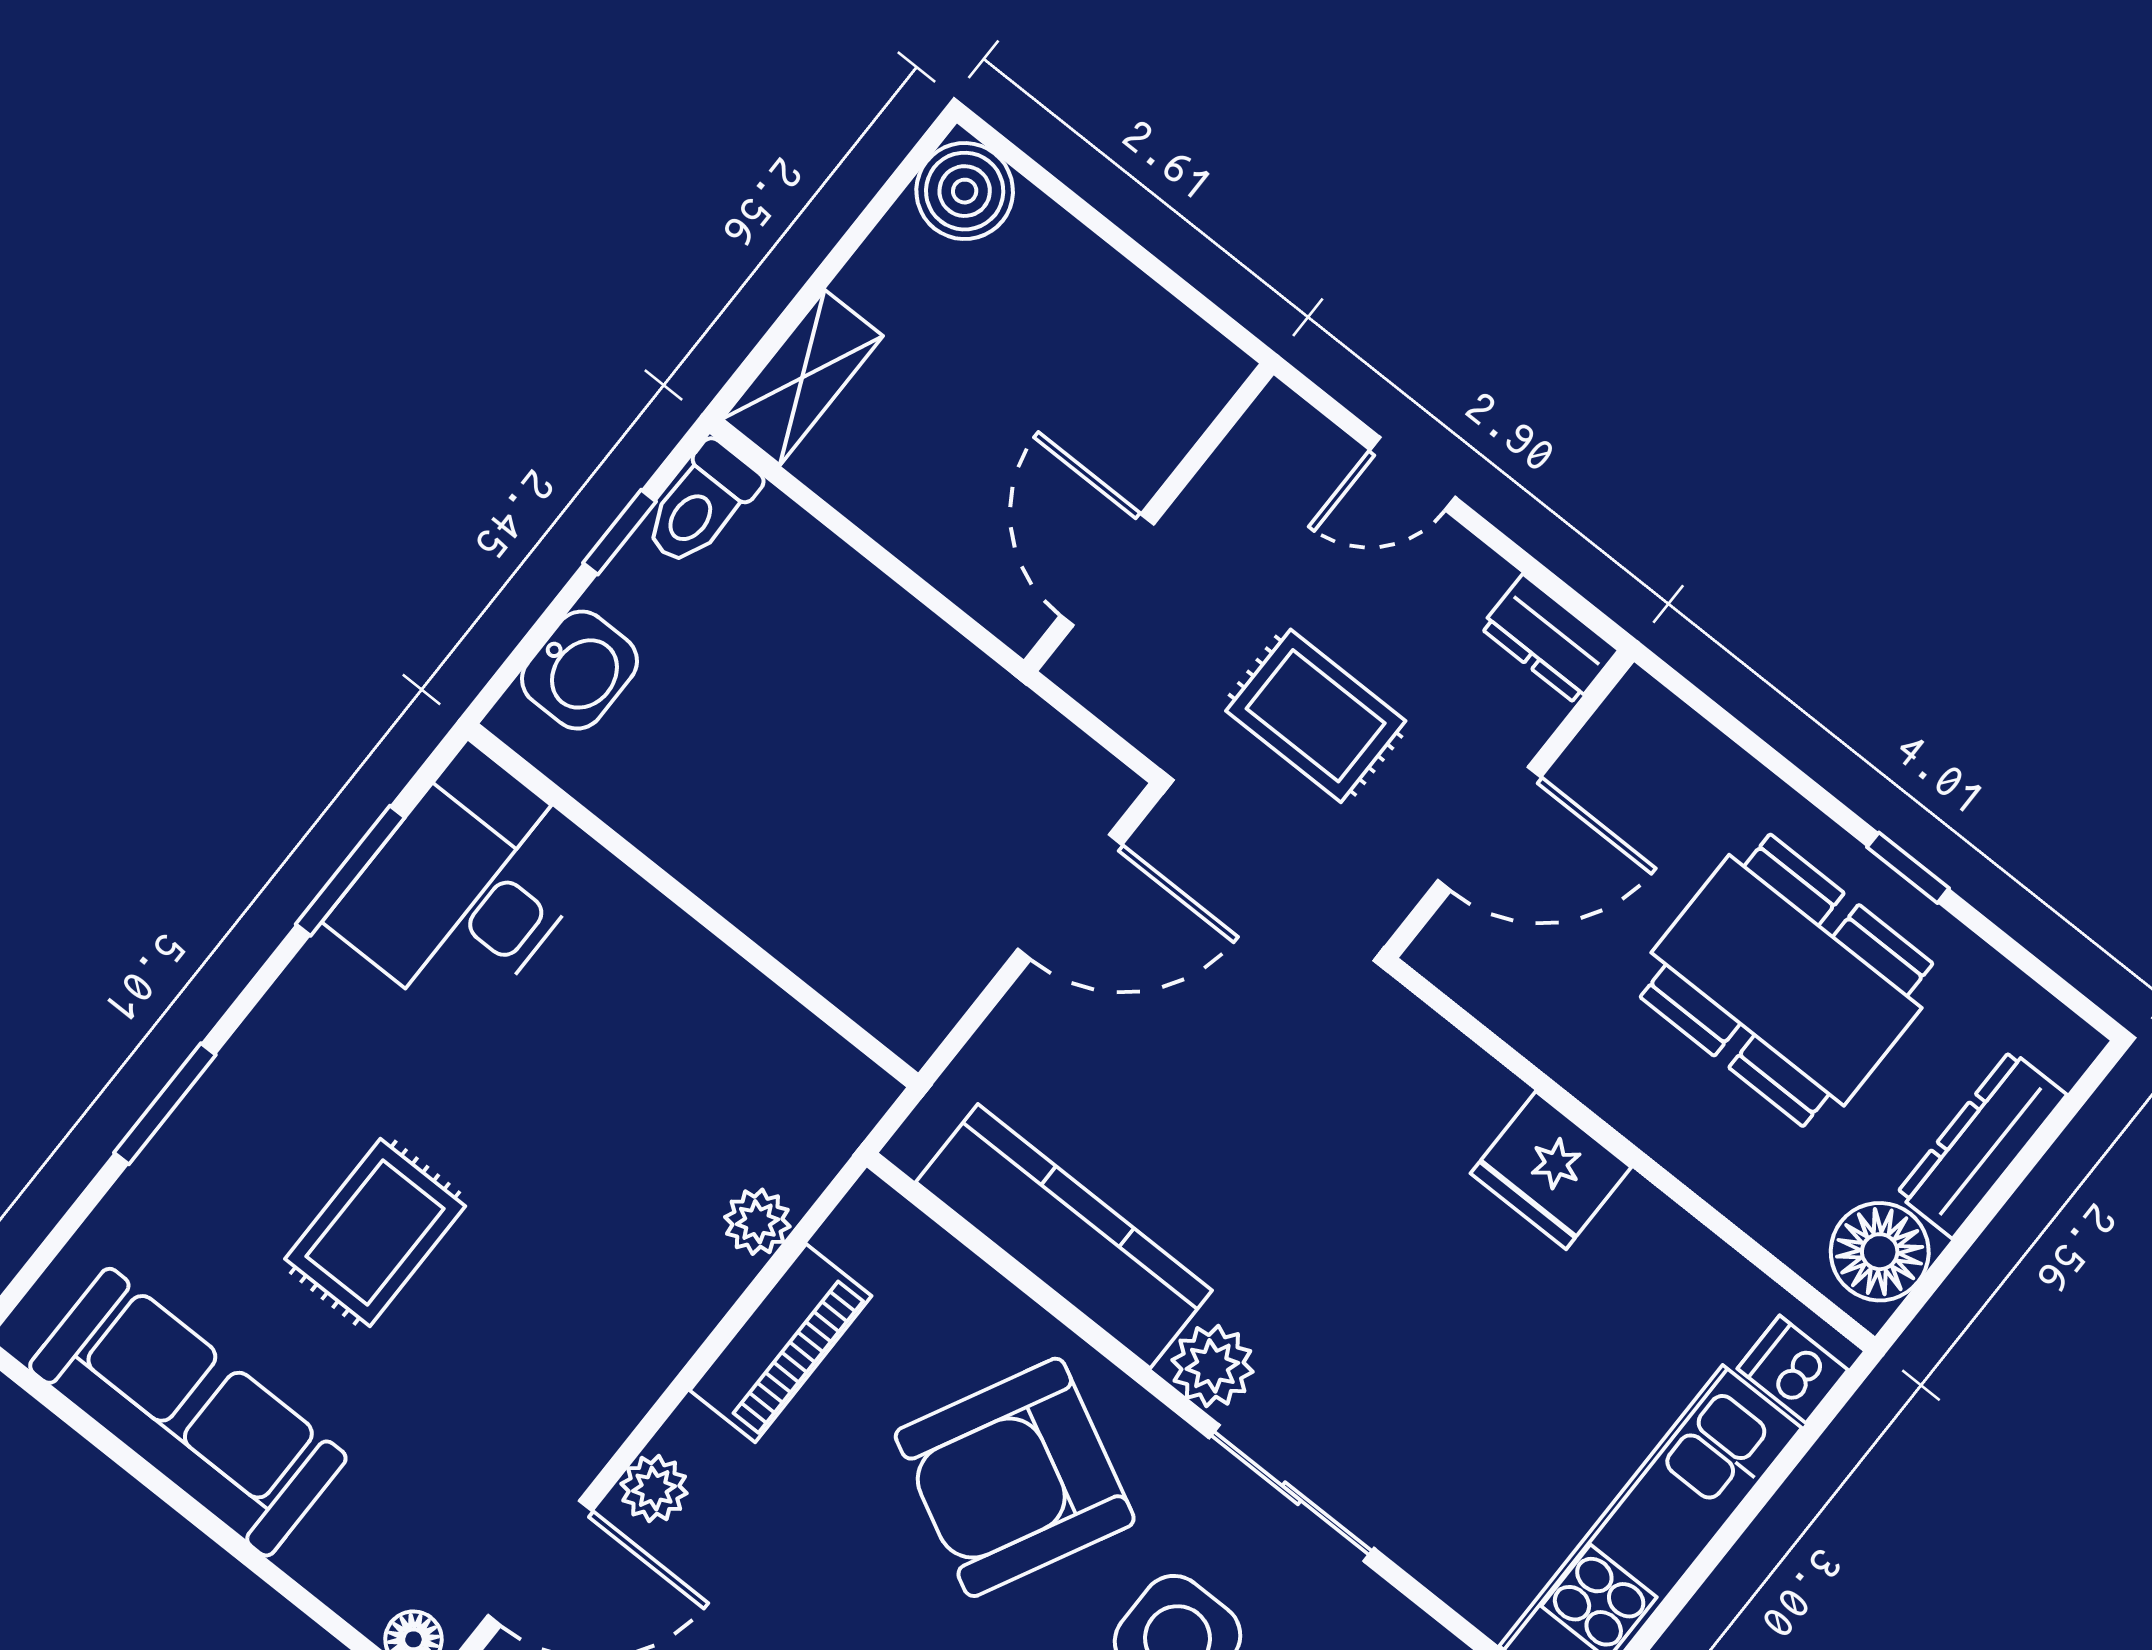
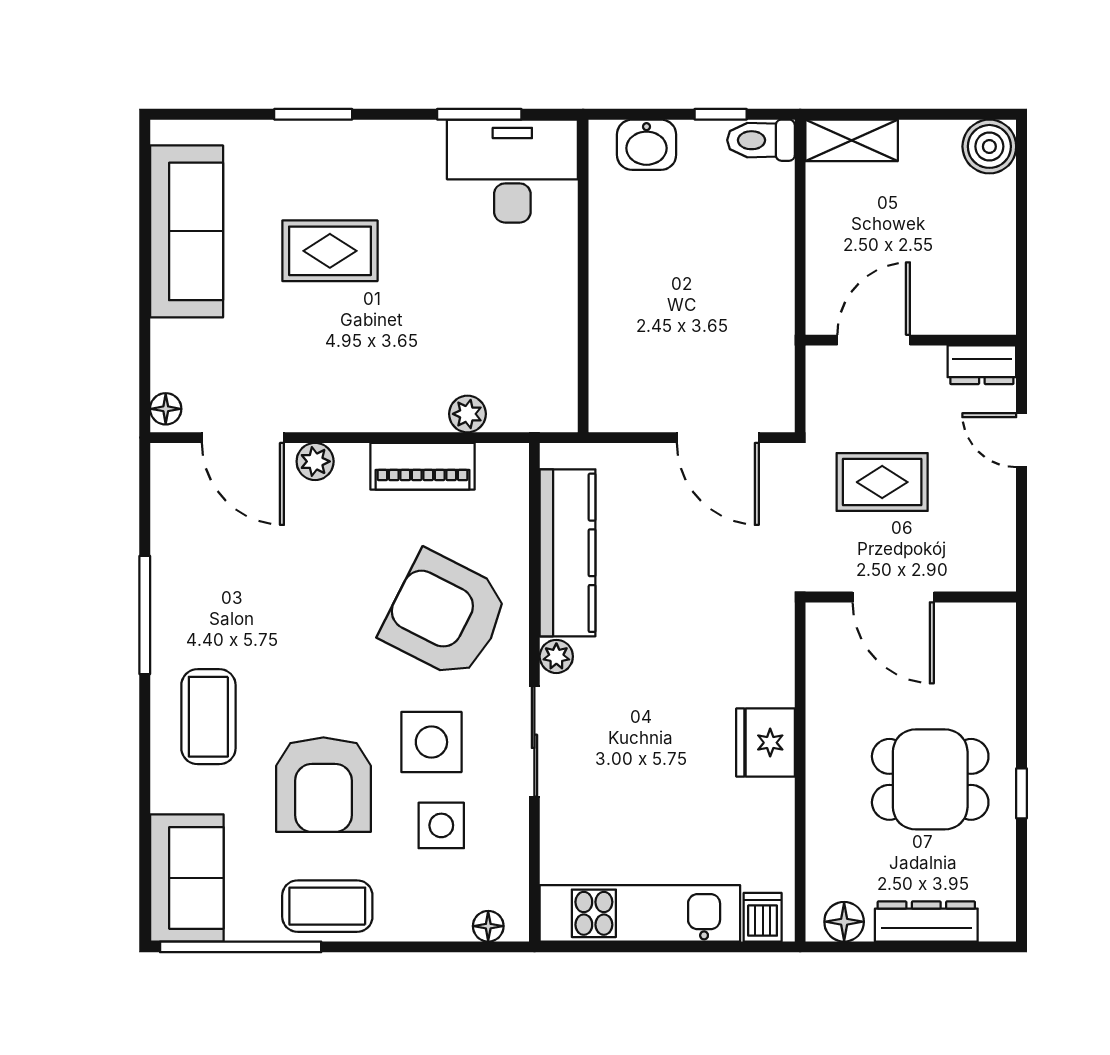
dresser: (1549, 639) -> (982, 365), moved, turned -90
rug: (1316, 716) -> (882, 482), turned 90
dining table: (1786, 980) -> (930, 779), width x0.73
floor lamp: (1880, 1252) -> (844, 922), width x0.73, depth x0.73
plant: (1212, 1366) -> (556, 656), width x0.73, depth x0.73

